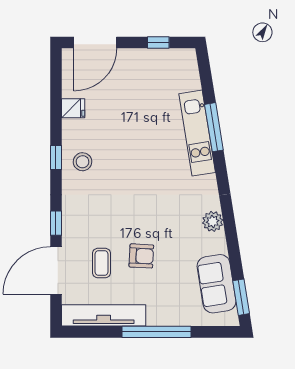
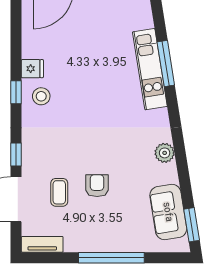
fridge: (73, 108) -> (32, 69), moved
armchair: (141, 256) -> (97, 186), turned -93
tv unit: (104, 315) -> (42, 244), width x0.52, depth x0.78

